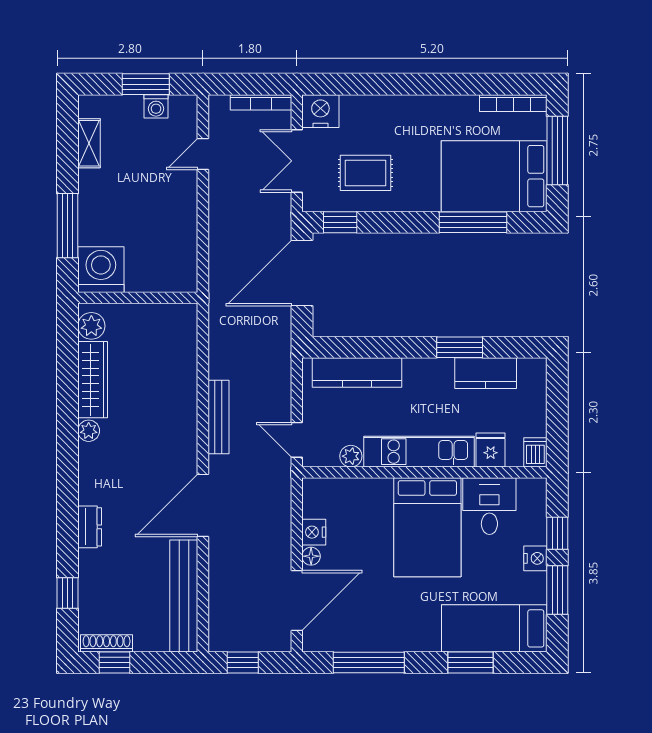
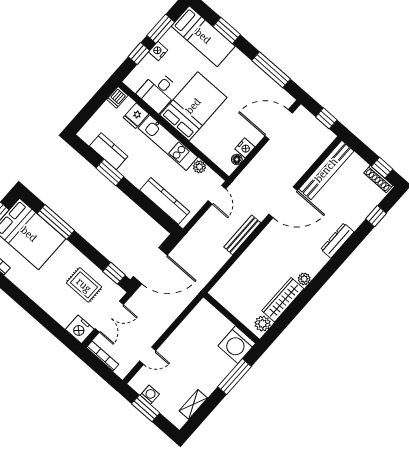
dresser: (90, 527) -> (337, 241), width x1.44
floor lamp: (311, 556) -> (237, 159), moved

